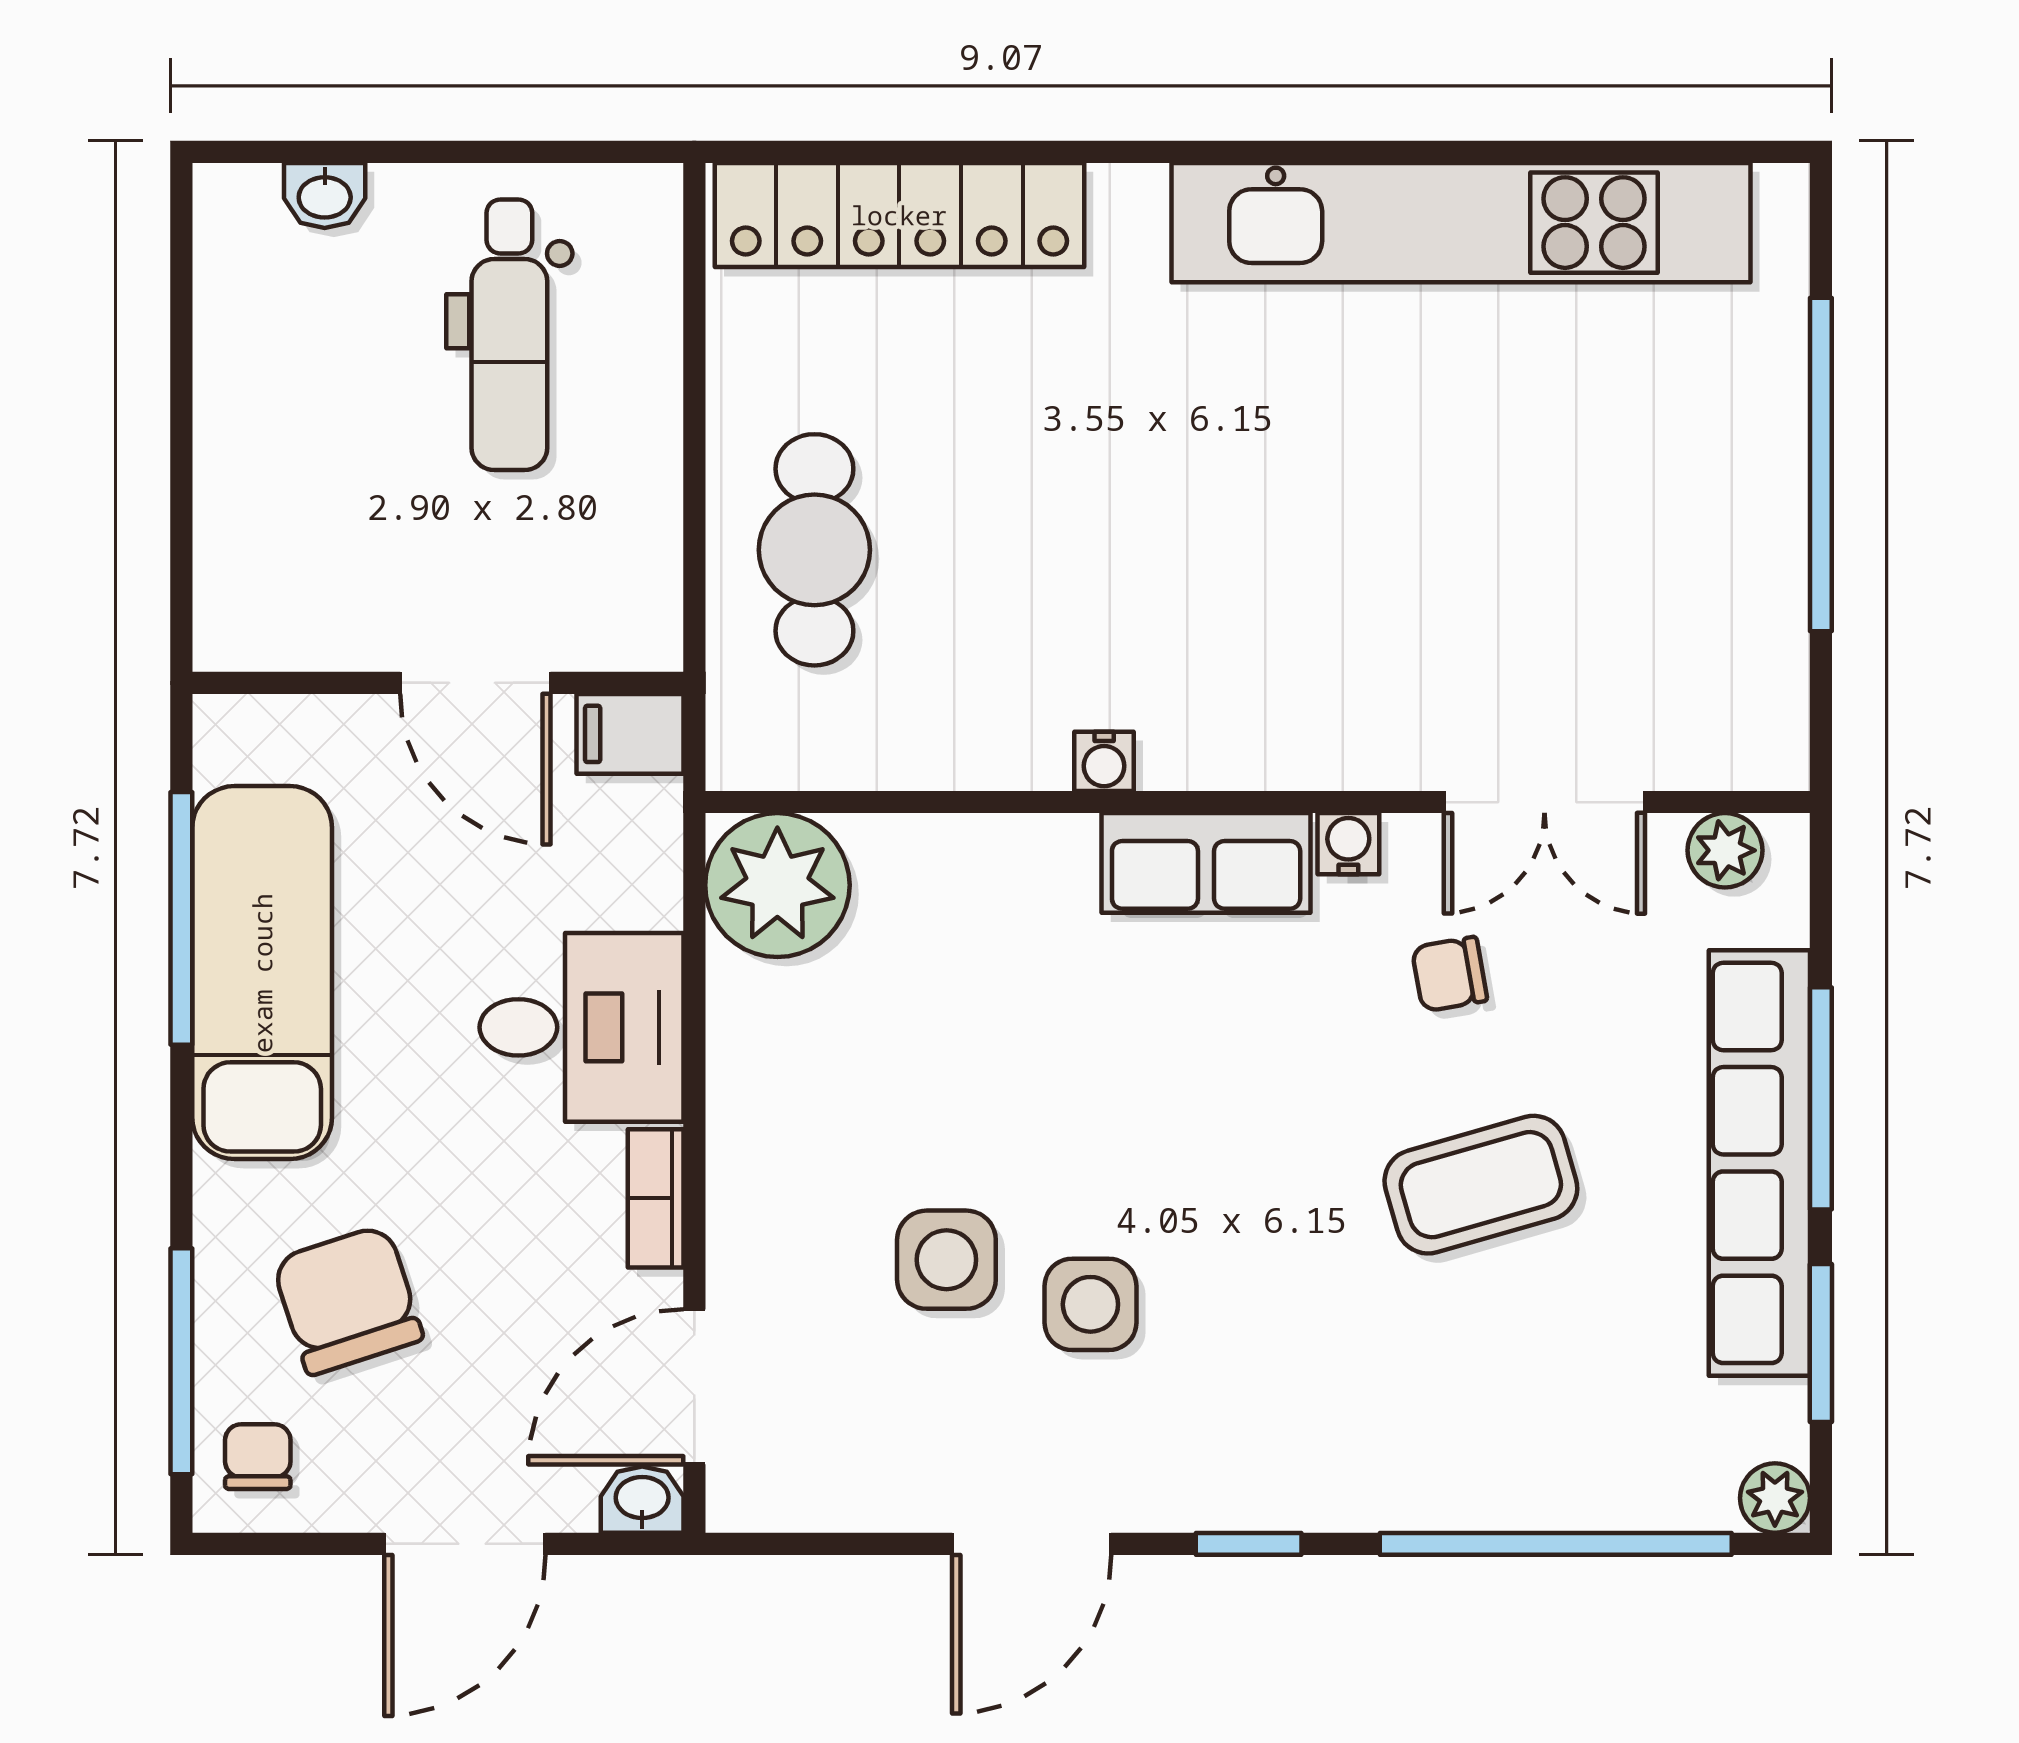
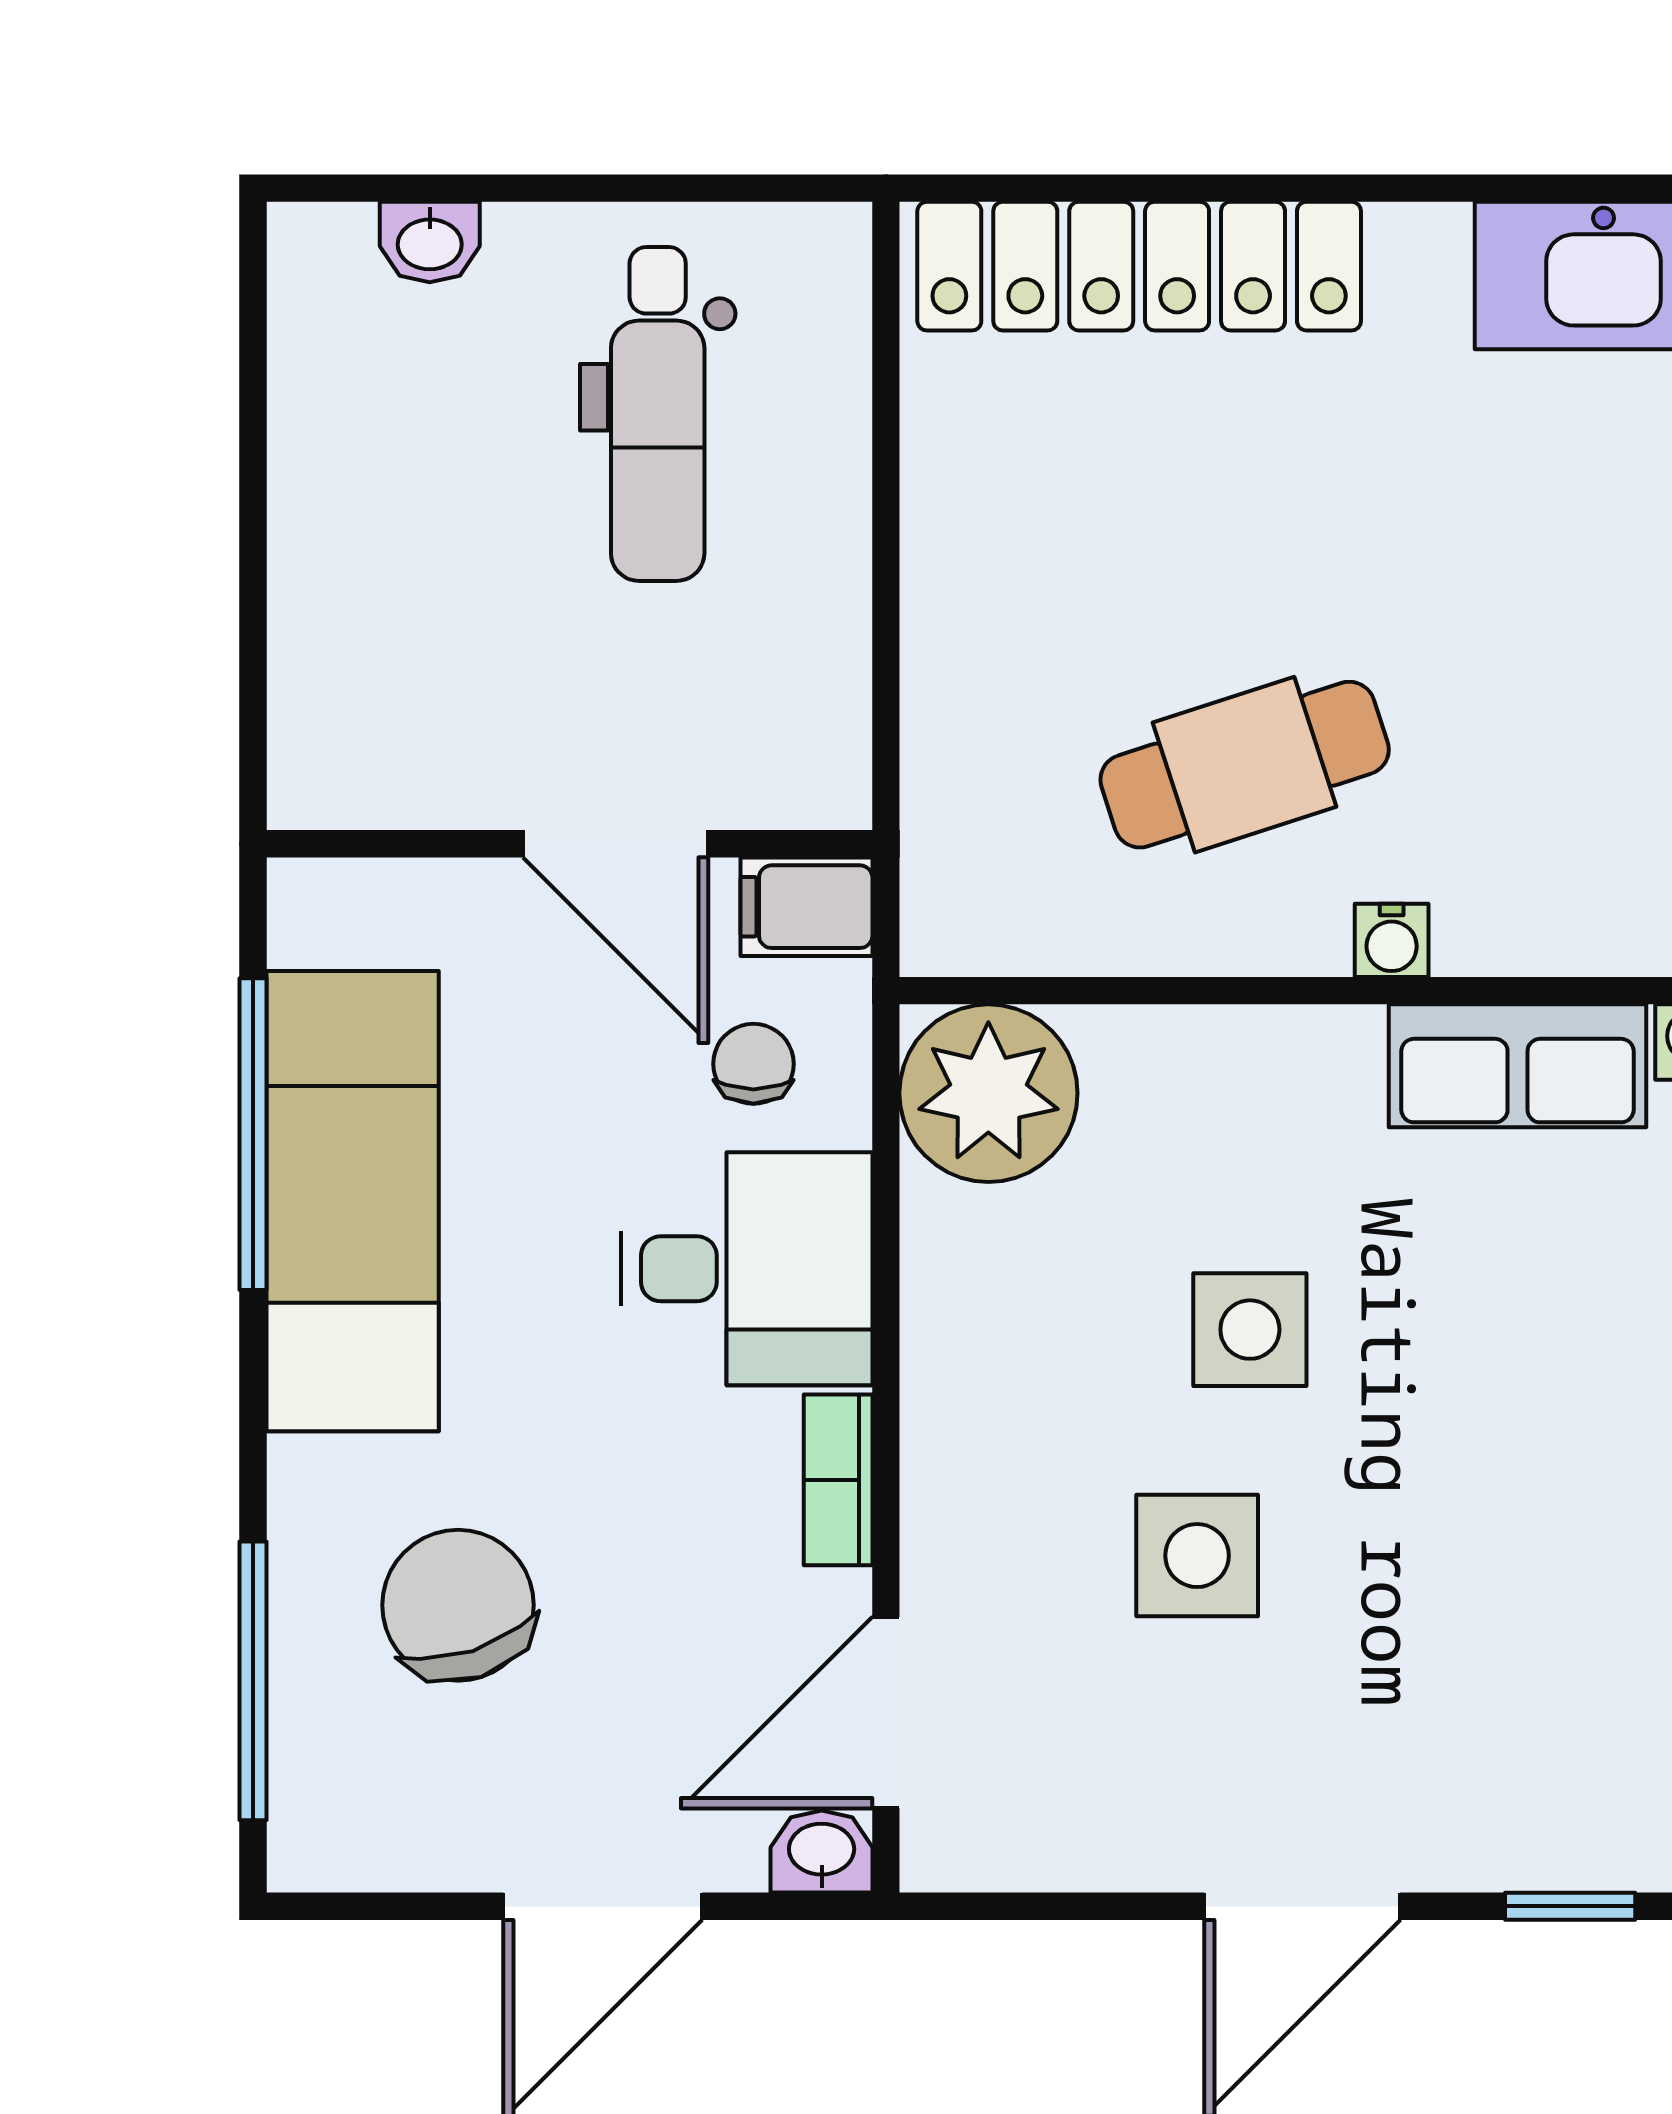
cafe table: (814, 550) -> (1245, 765), moved, turned 72
side table: (1090, 1304) -> (1250, 1330), moved
chair: (258, 1457) -> (753, 1064), moved

